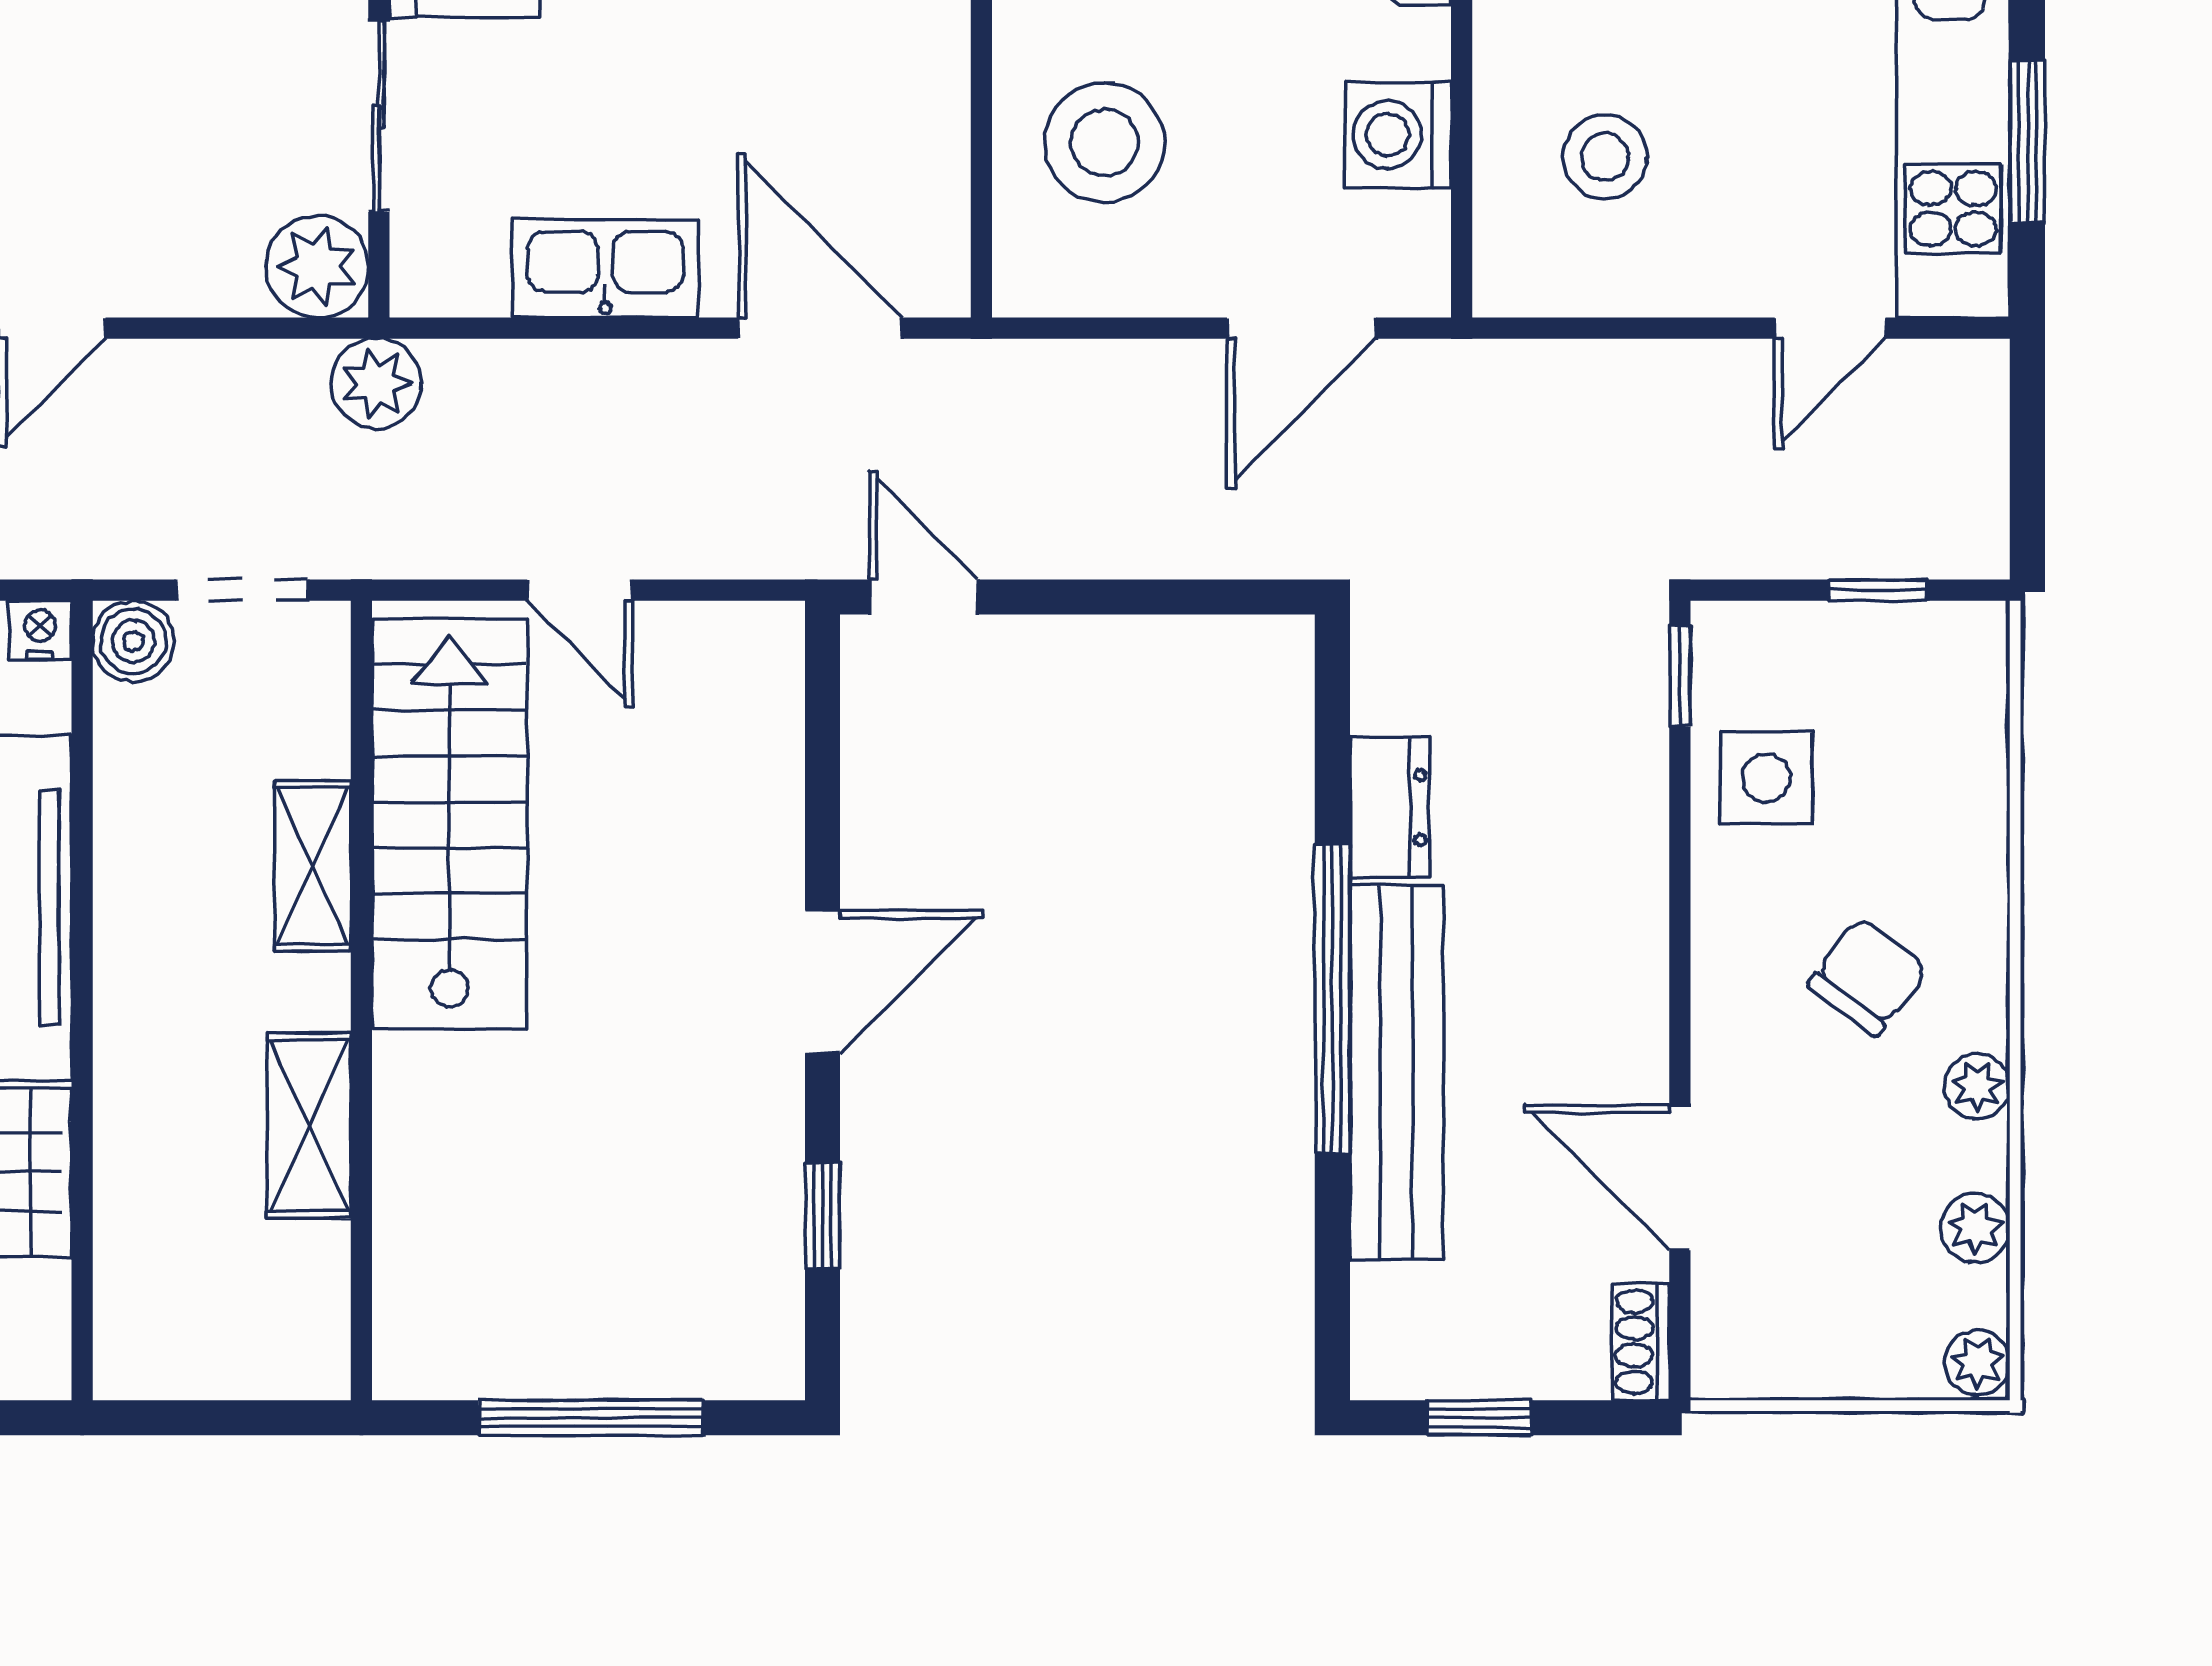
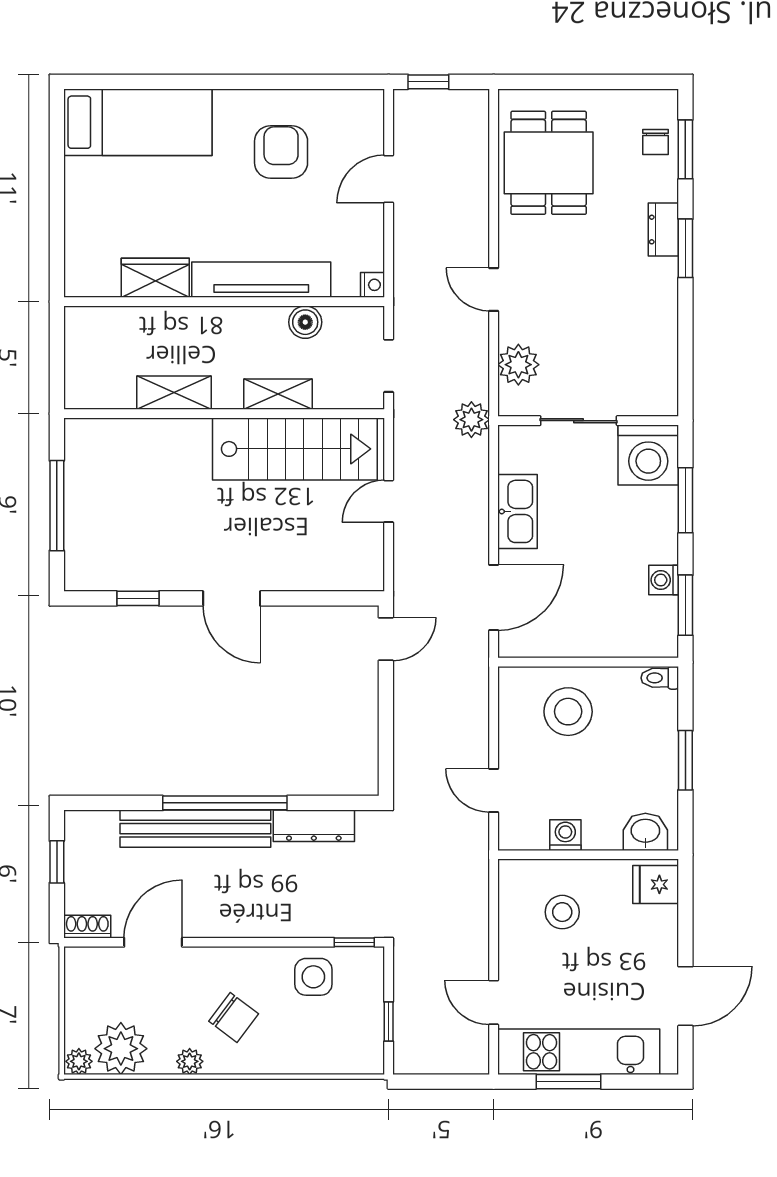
washing machine: (1398, 135) -> (565, 835), width x0.73, depth x0.73
plant: (317, 266) -> (518, 365), moved
door: (1301, 328) -> (494, 791), width x0.73
boiler: (133, 641) -> (305, 322), moved
dresser: (1389, 807) -> (314, 826), width x1.44
plant: (1975, 1228) -> (121, 1049), width x1.87, depth x1.87

